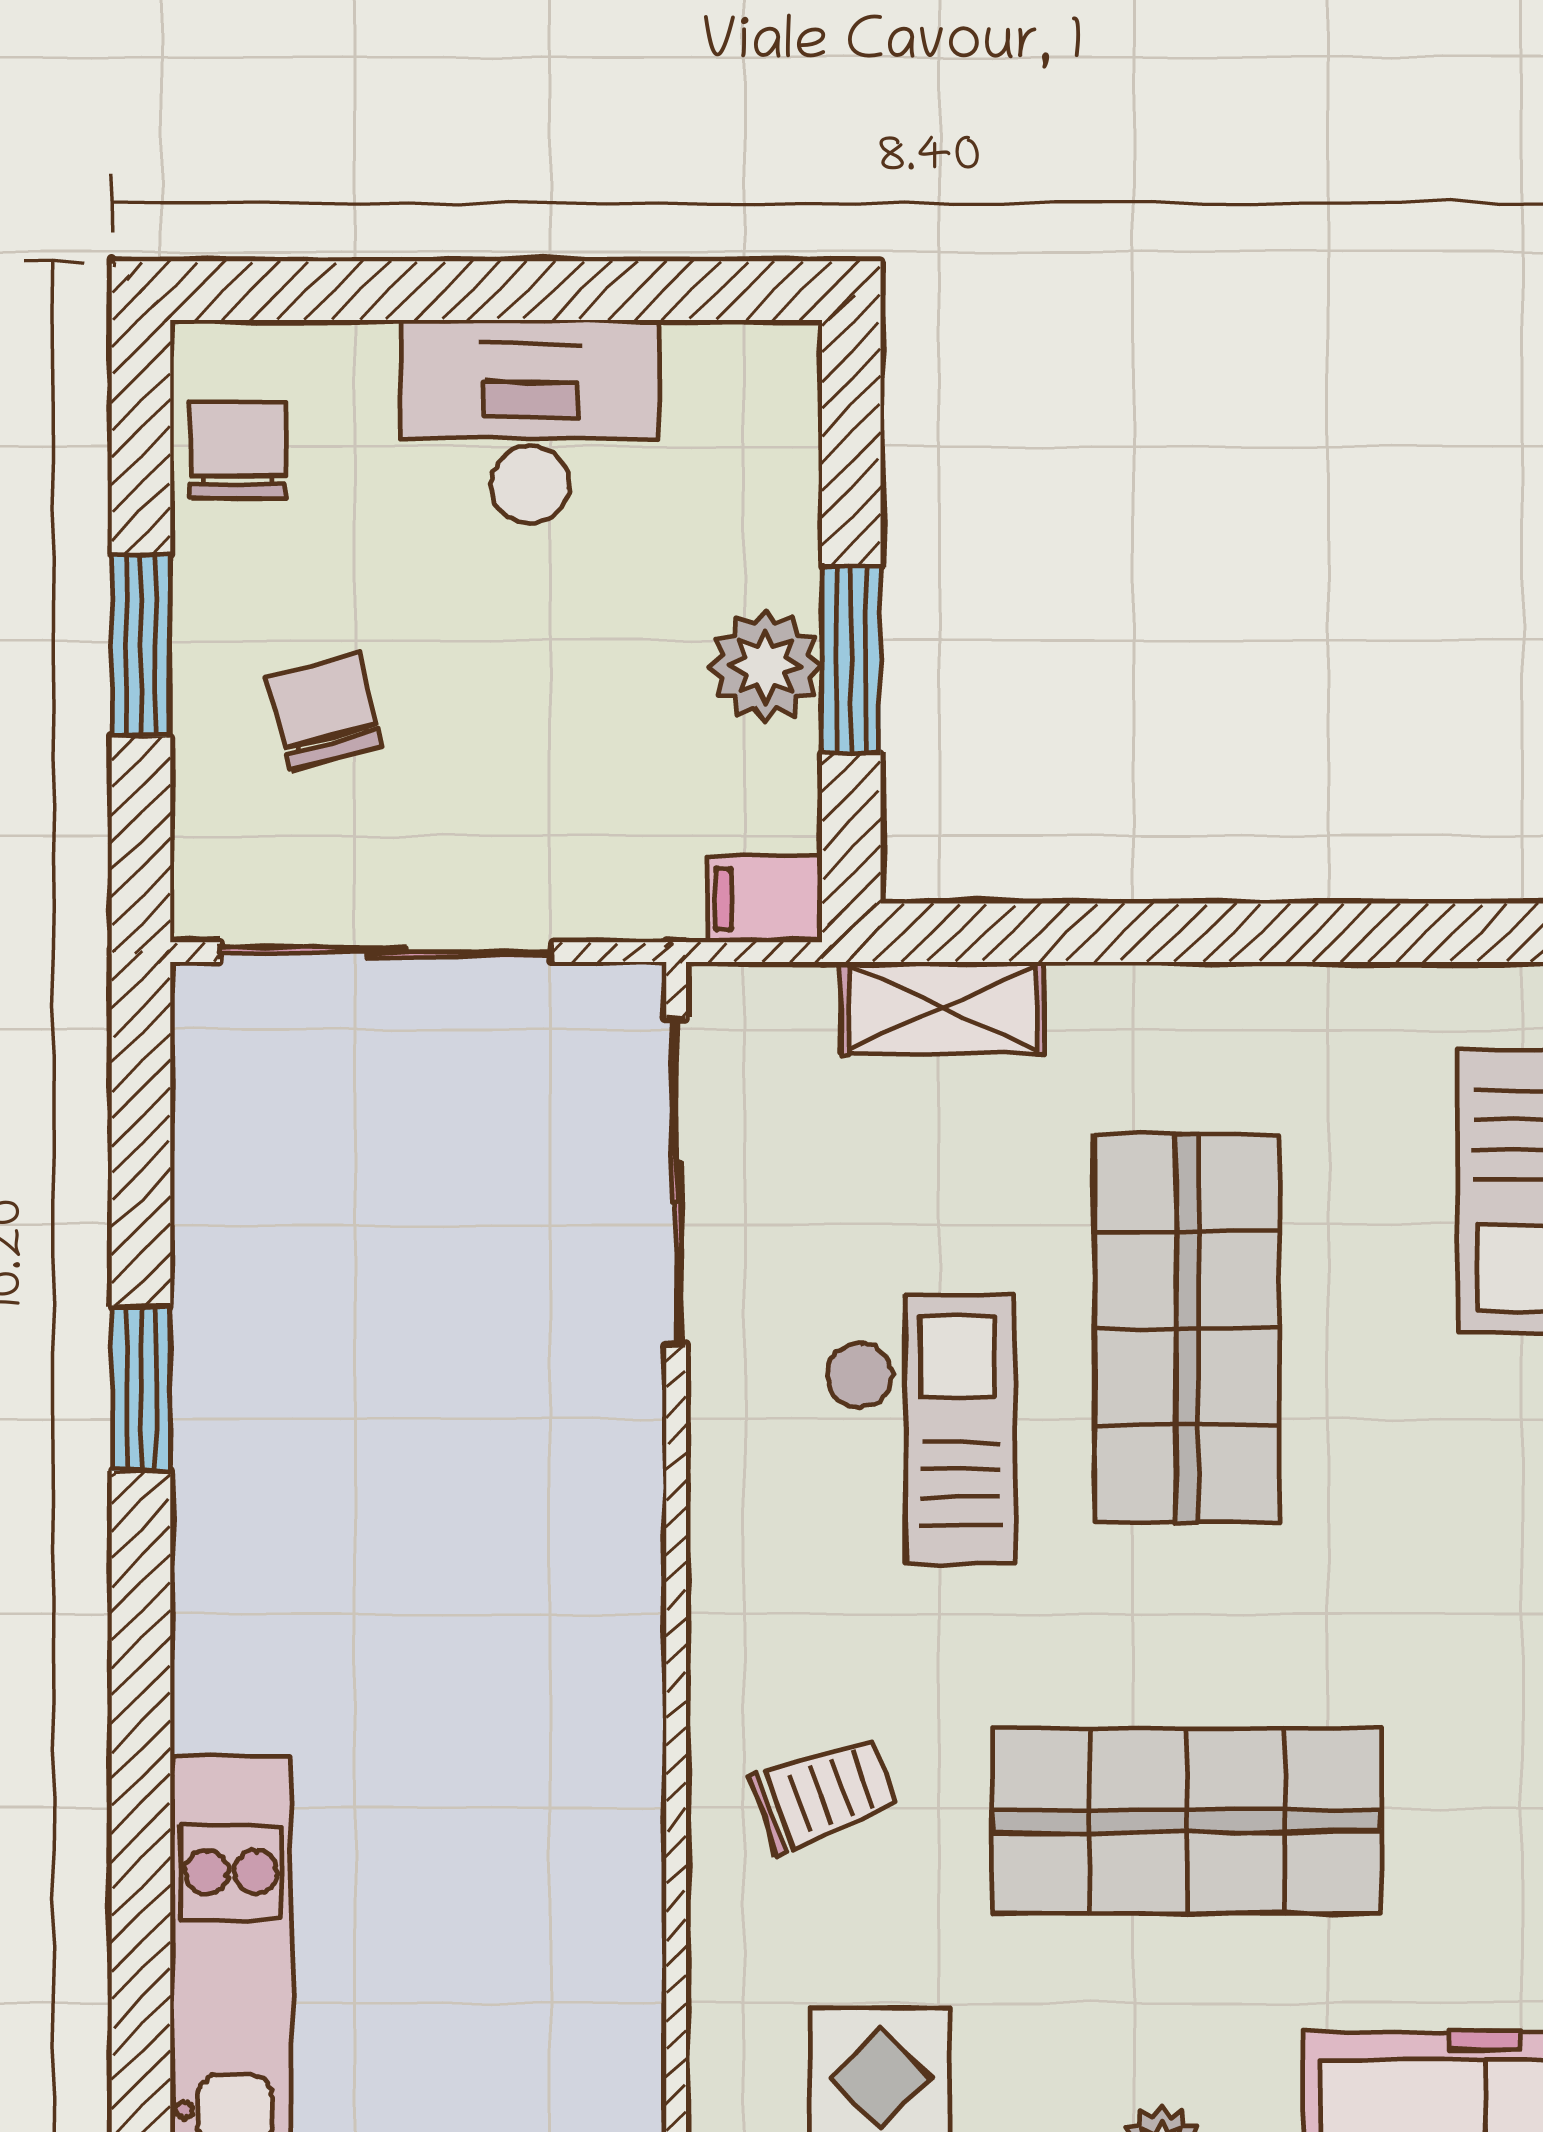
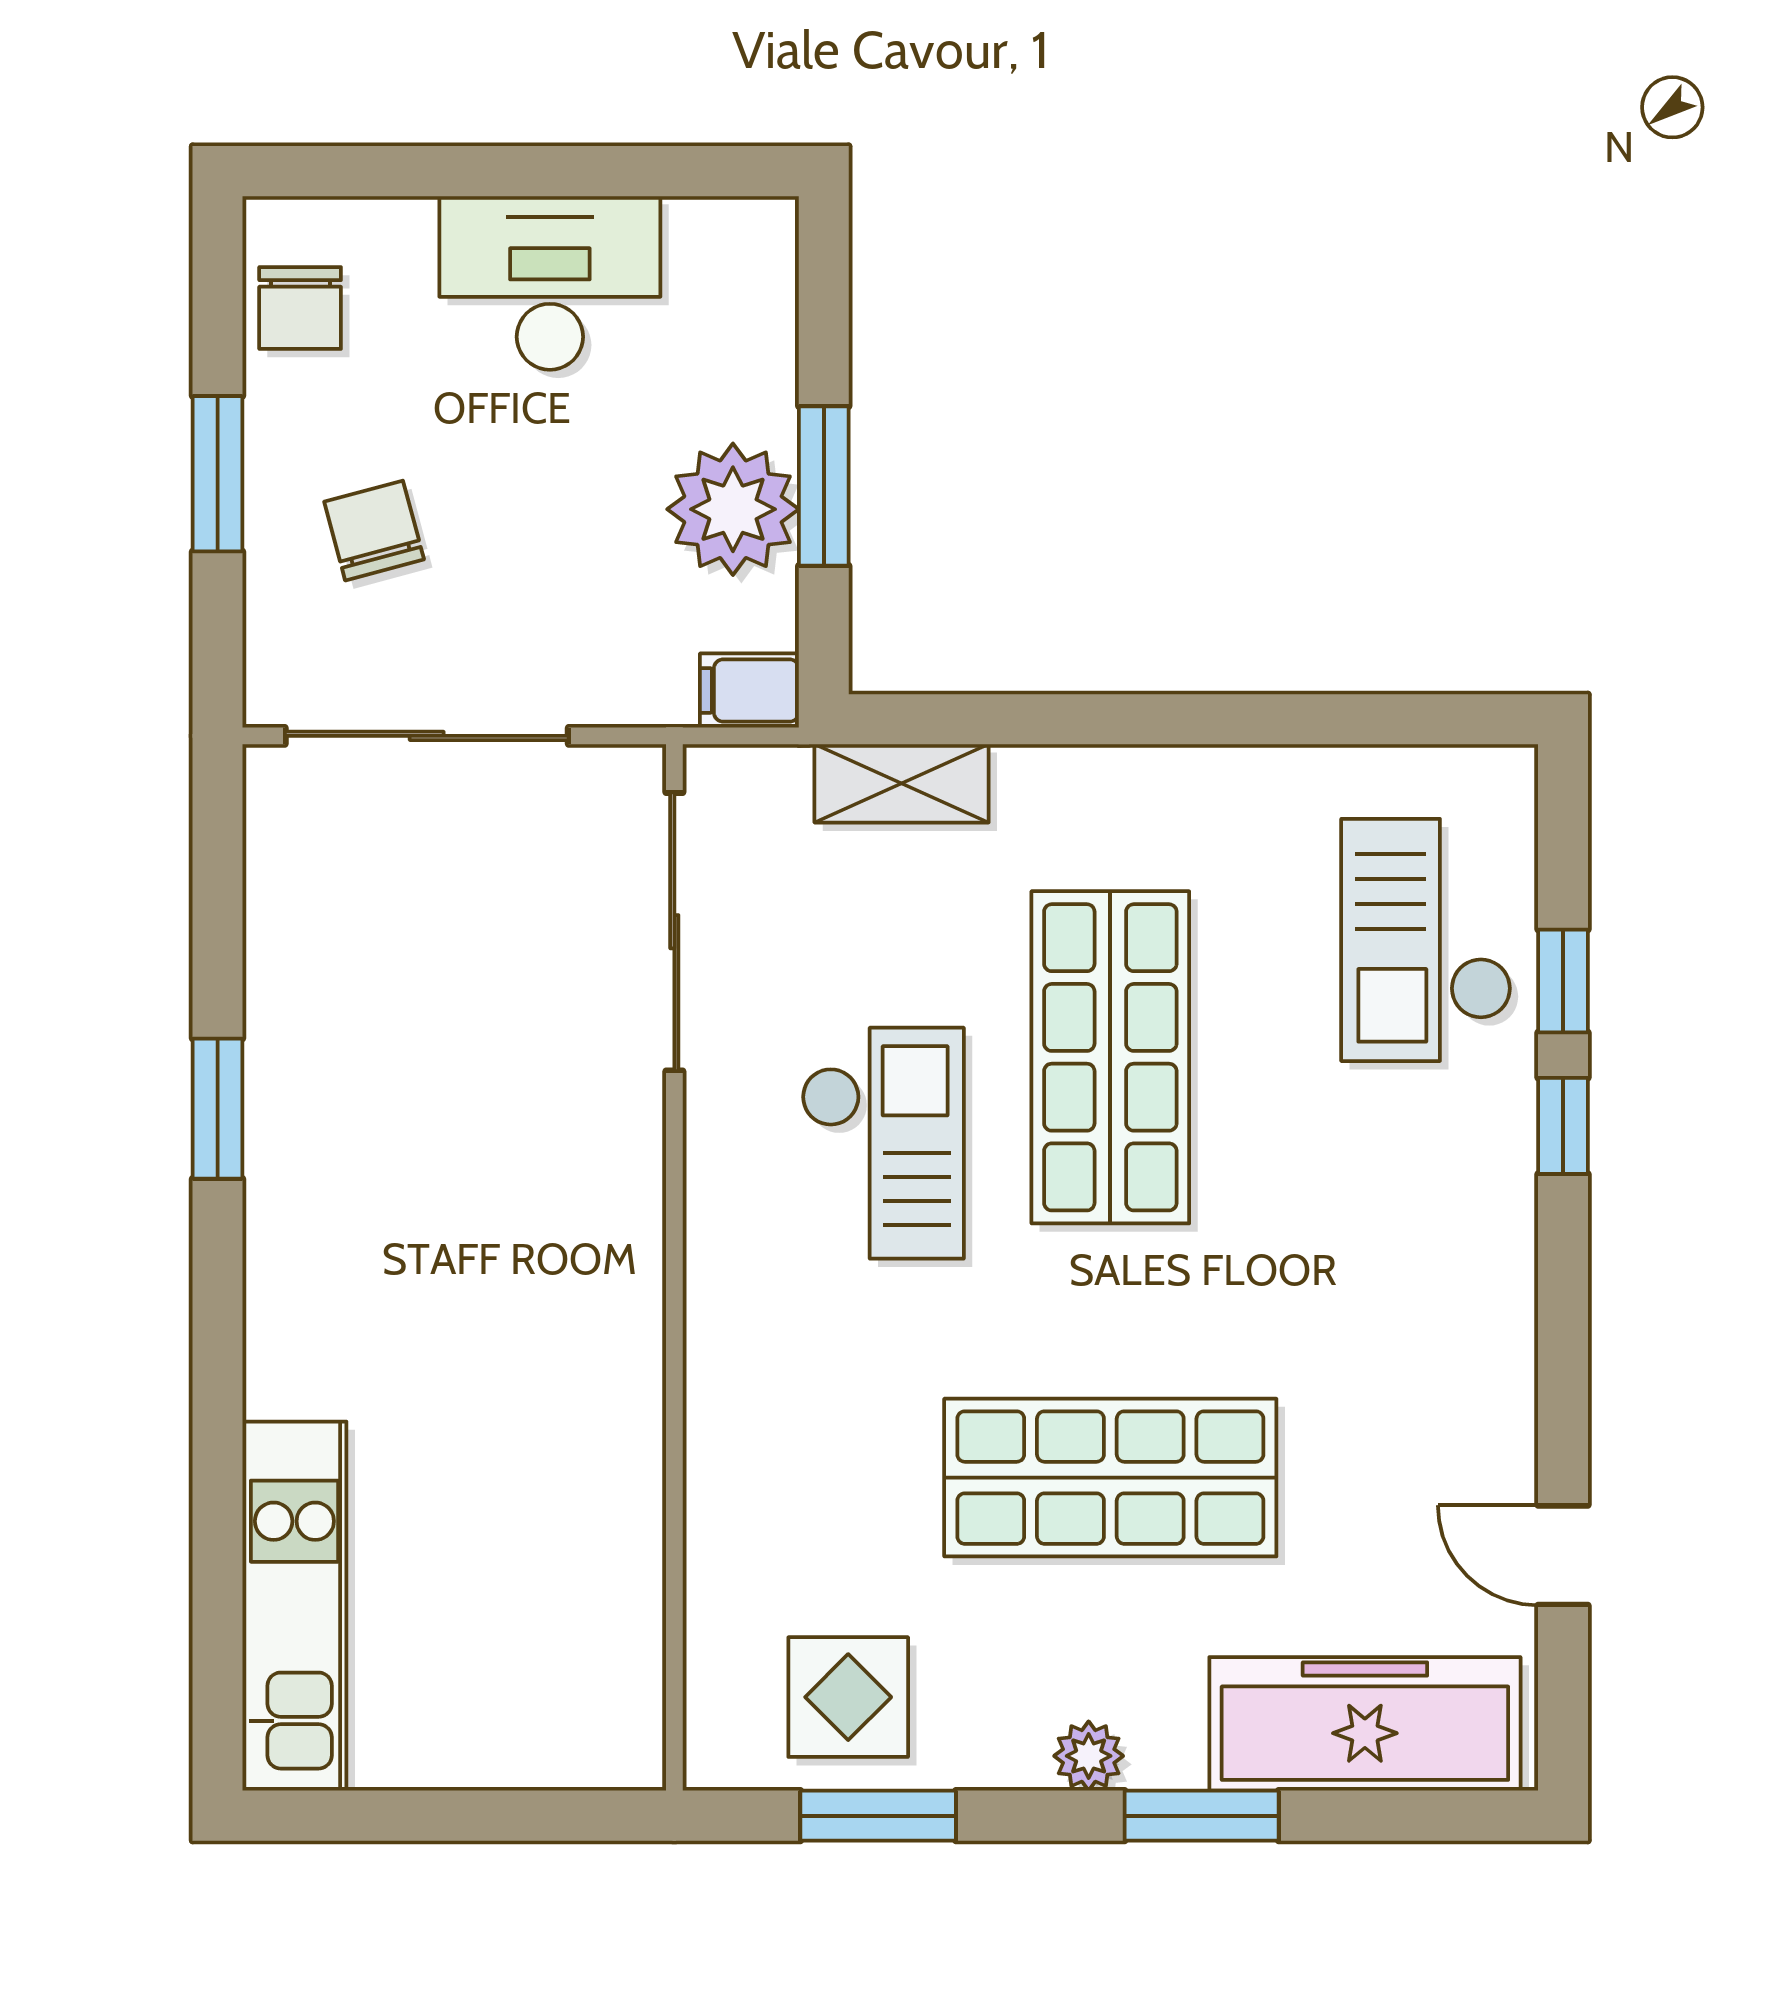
chair: (238, 451) -> (300, 308), turned 180
plant: (765, 666) -> (733, 509), width x1.36, depth x1.36
trolley: (823, 1795) -> (800, 1455), removed

